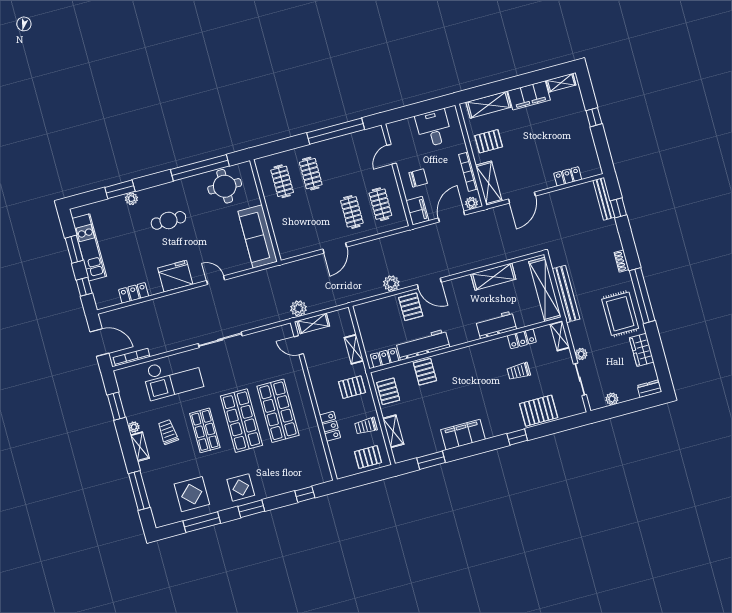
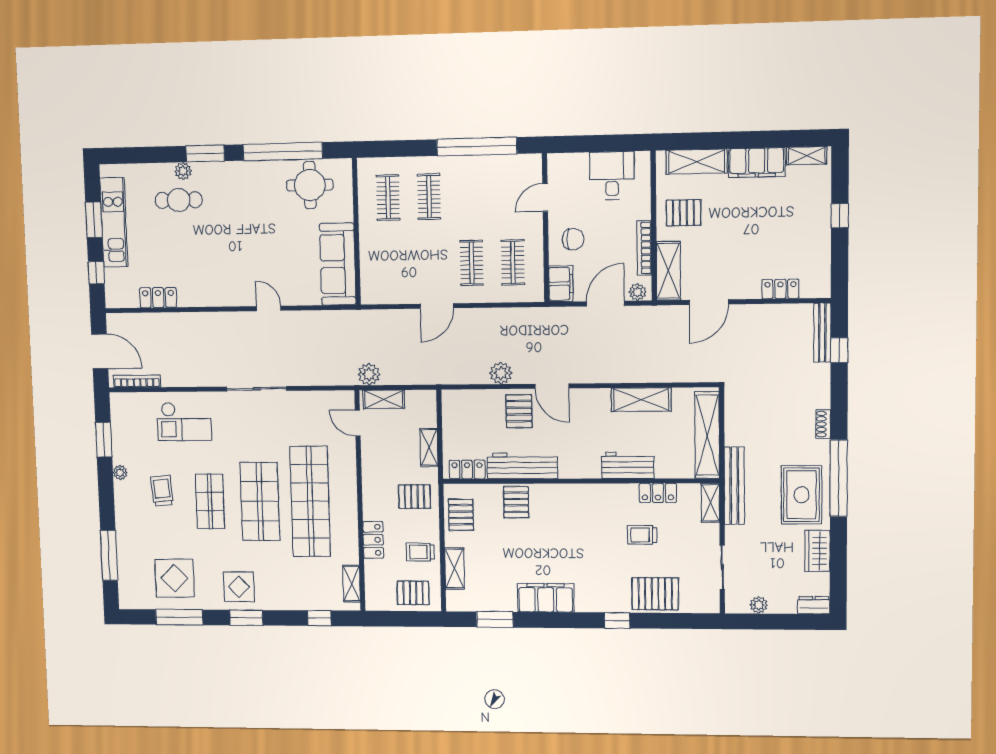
window: (120, 189) -> (205, 154), moved
cafe table: (168, 220) -> (179, 200), moved
fridge: (175, 276) -> (217, 289), removed
bench: (566, 294) -> (734, 486), moved
plant: (581, 354) -> (733, 534), removed
checkout: (173, 377) -> (184, 421), width x0.73, depth x0.83
shop shelf: (278, 411) -> (310, 501), width x1.40
shelving: (140, 447) -> (352, 584), moved

